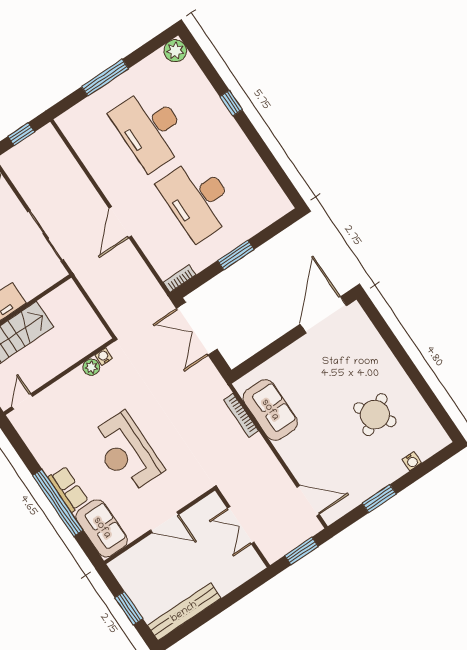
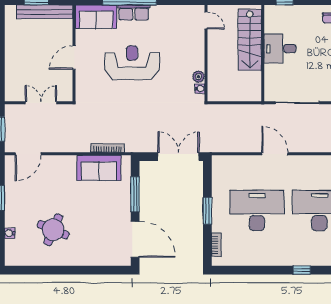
bookcase: (180, 278) -> (216, 245), moved
window: (272, 349) -> (135, 194), added
round table: (375, 415) -> (53, 230), turned -34
bench: (184, 612) -> (45, 12), moved, turned 90

